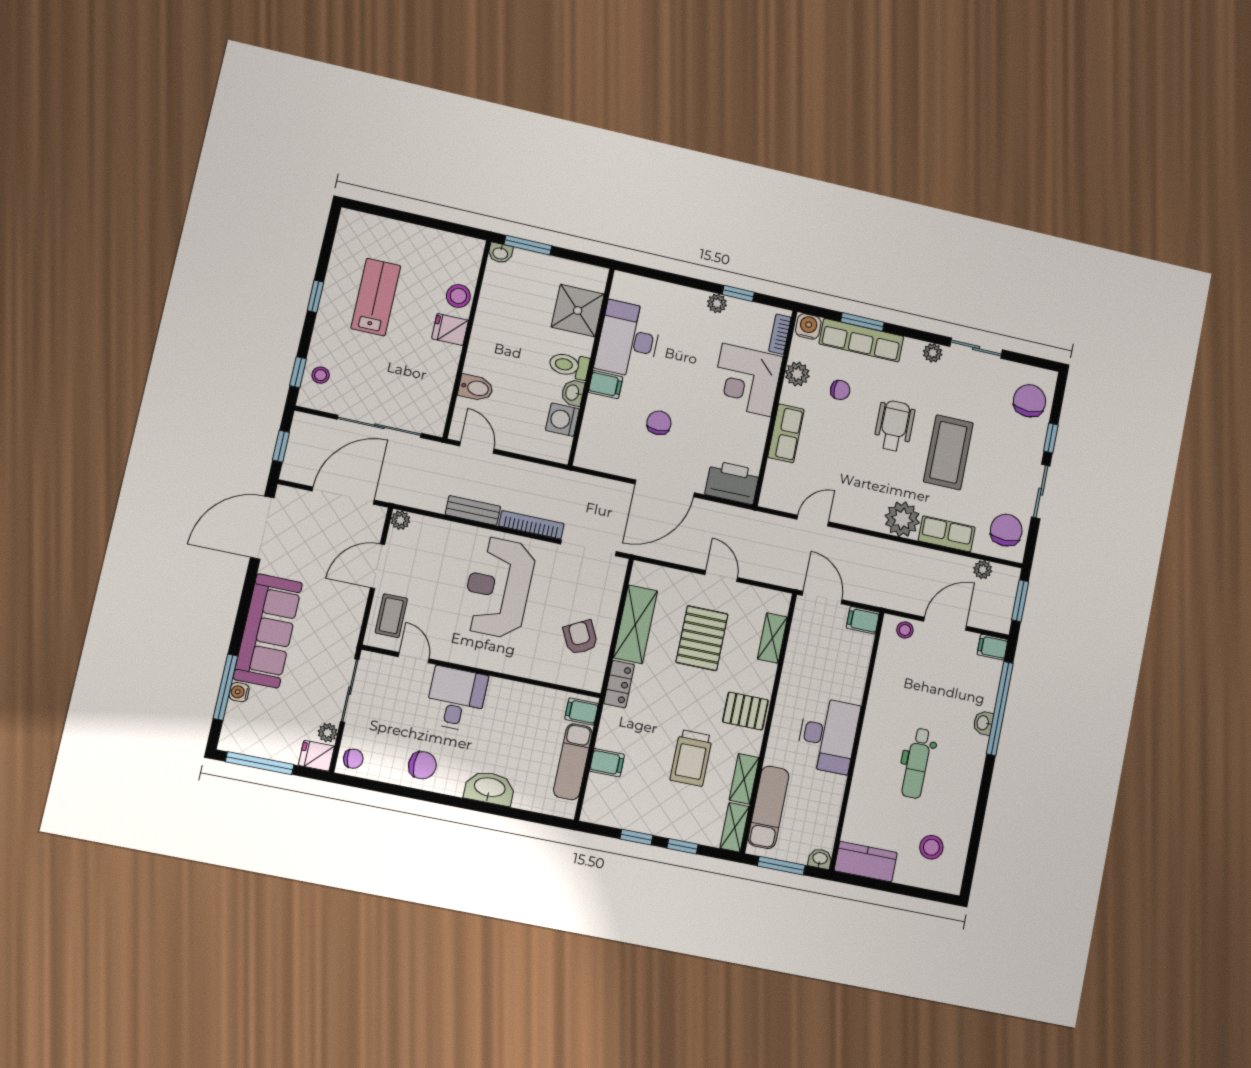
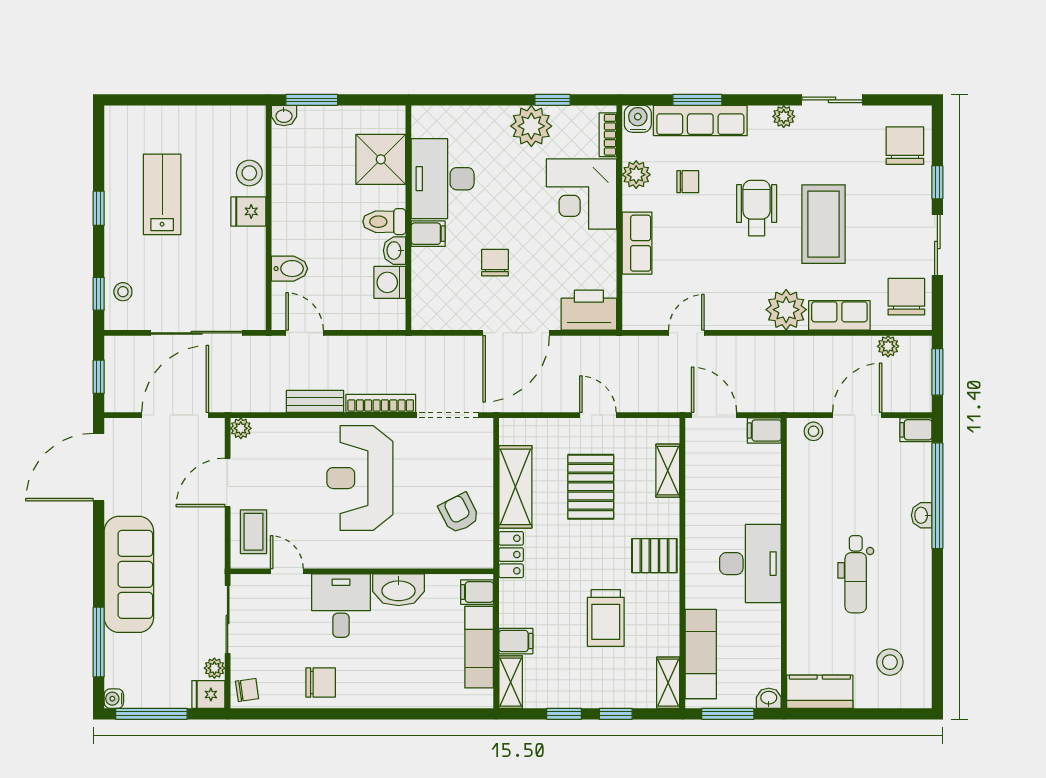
plant: (717, 303) -> (531, 126), width x1.88, depth x1.88
water cooler: (239, 692) -> (114, 699), moved
shelving: (744, 779) -> (511, 682), moved
washbasin: (490, 788) -> (399, 590), moved, turned 180

